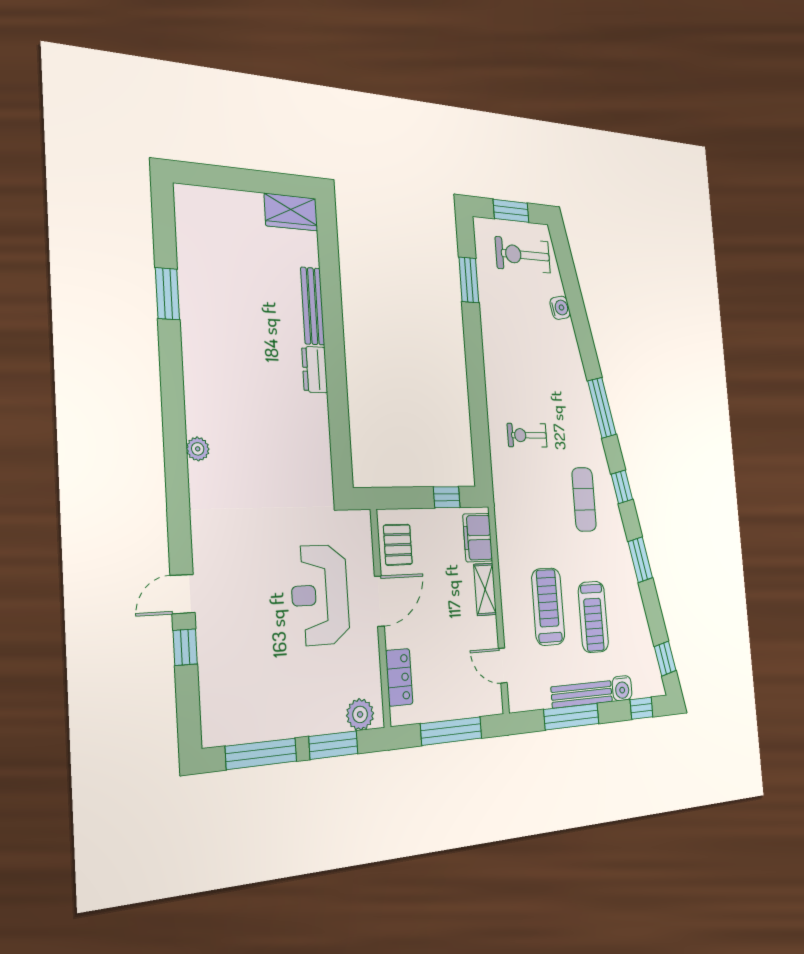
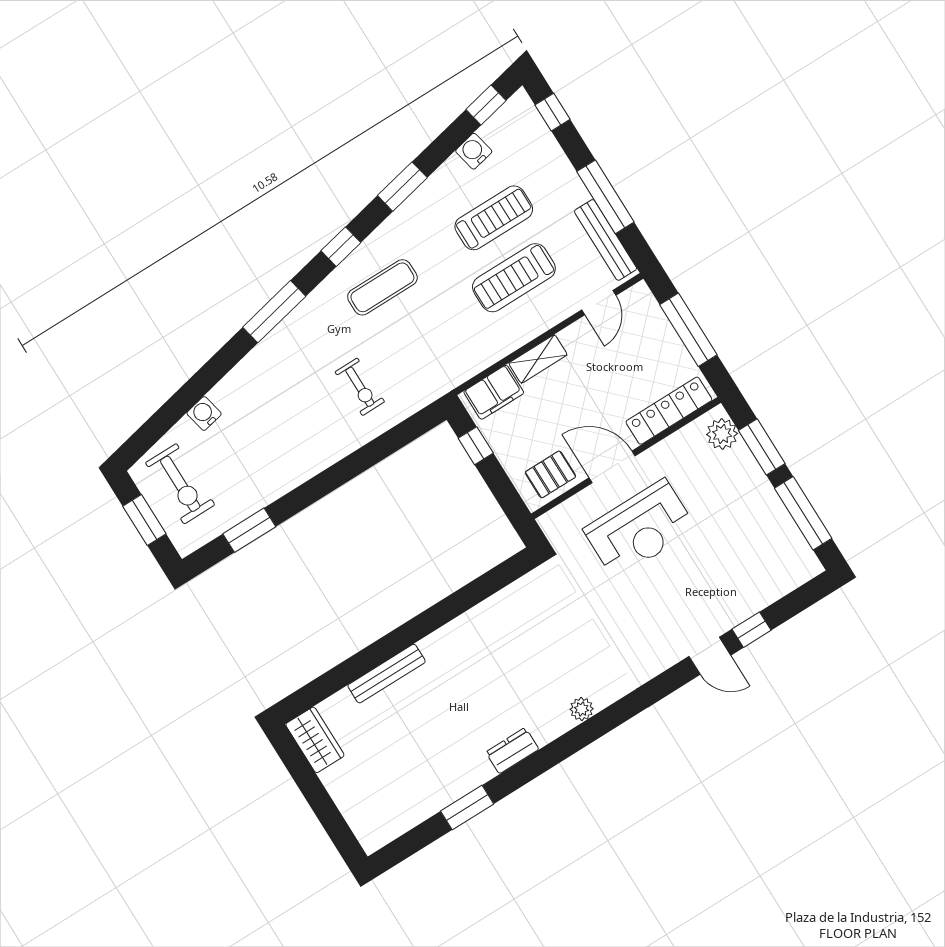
dresser: (315, 370) -> (512, 751), moved, turned 180
locker: (399, 677) -> (669, 411), width x1.53
water cooler: (622, 688) -> (474, 151), moved, turned -102
bench: (582, 694) -> (606, 240), moved

